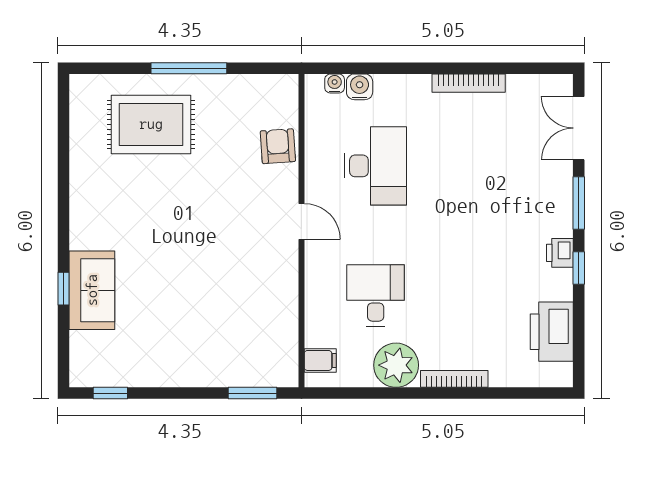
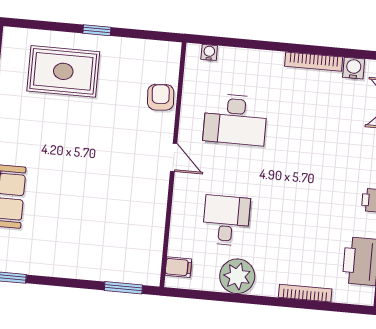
window: (189, 68) -> (97, 30), width x0.46
water cooler: (360, 87) -> (354, 68), moved
desk: (376, 166) -> (235, 120), turned 90
bookcase: (454, 379) -> (305, 293), moved

